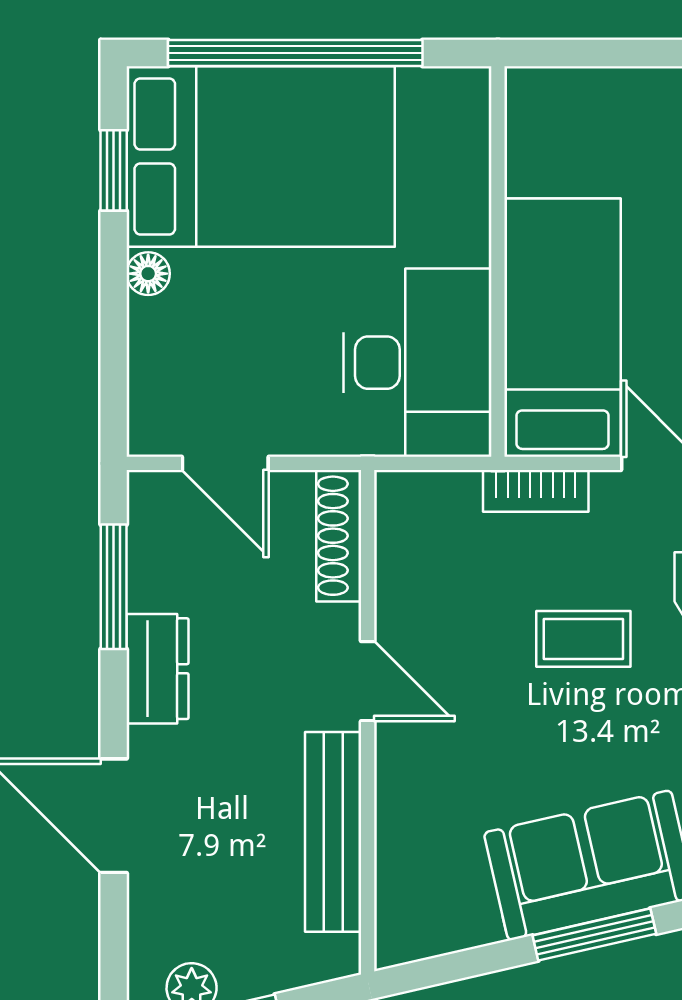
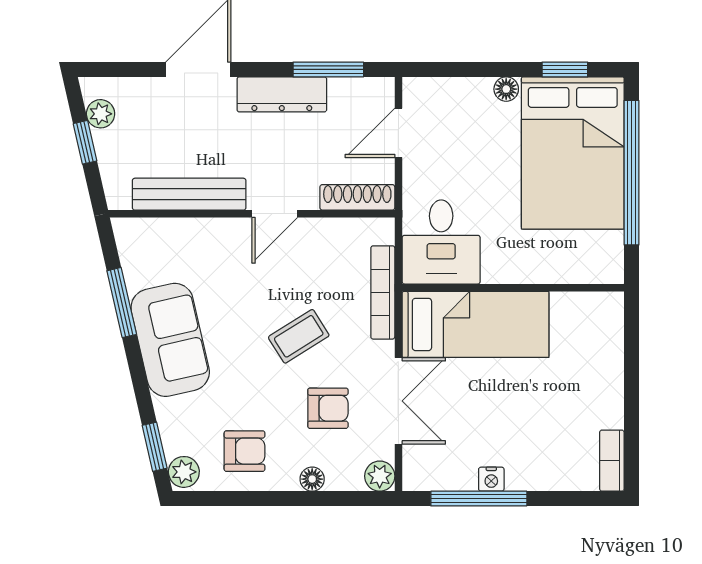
desk: (417, 363) -> (441, 242), width x0.73
bookcase: (536, 491) -> (383, 292), width x1.56
coffee table: (583, 639) -> (299, 336), turned 58
dresser: (157, 669) -> (282, 94), width x1.44
window: (594, 935) -> (122, 303), moved

